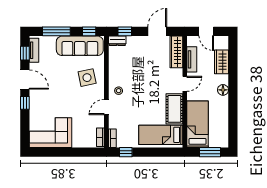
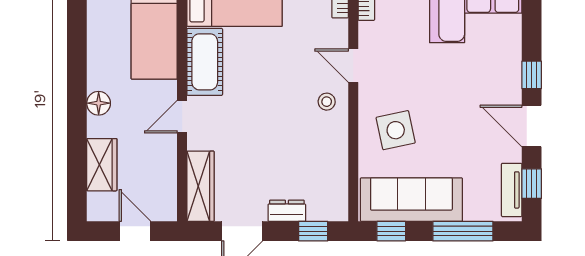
dresser: (117, 41) -> (287, 211), moved
tv unit: (192, 59) -> (166, 170), removed
door: (106, 107) -> (353, 66), swing flipped

